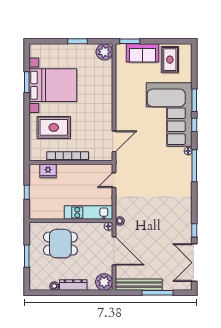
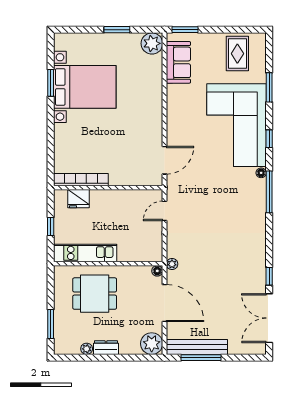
sofa: (142, 53) -> (178, 62), moved, turned -90
window: (194, 100) -> (269, 87), moved
rug: (54, 127) -> (86, 142), removed
bookcase: (68, 156) -> (81, 180), moved
kitchen unit: (88, 212) -> (85, 253), moved
window: (27, 256) -> (51, 324), moved
dresser: (73, 285) -> (106, 348), width x0.70
window: (158, 293) -> (201, 358), moved

